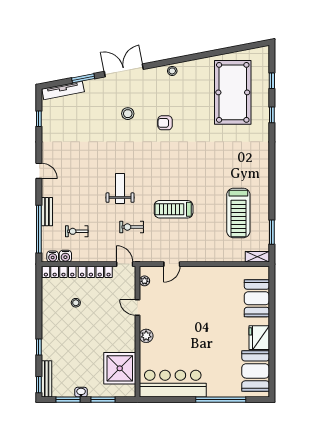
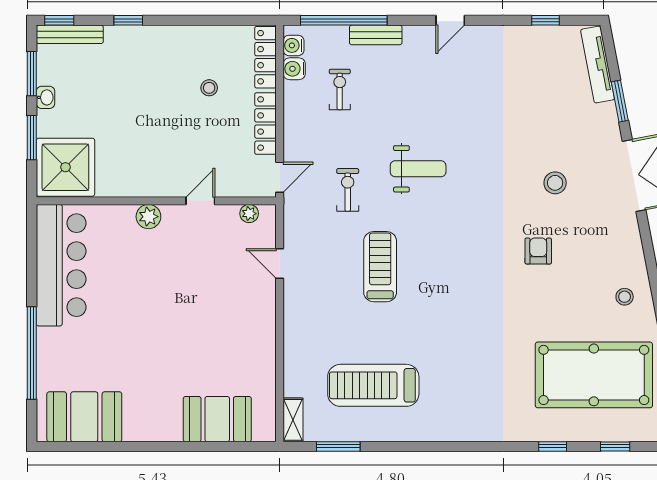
stool: (172, 71) -> (625, 297), moved
fridge: (259, 338) -> (145, 423), removed
shower: (120, 368) -> (65, 167), moved

